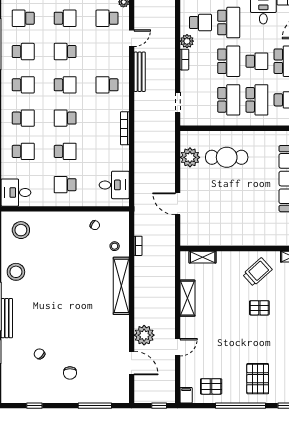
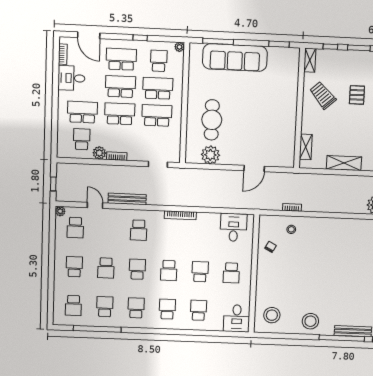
school desk: (257, 61) -> (120, 87), width x1.85
shelving: (121, 286) -> (329, 225), removed

